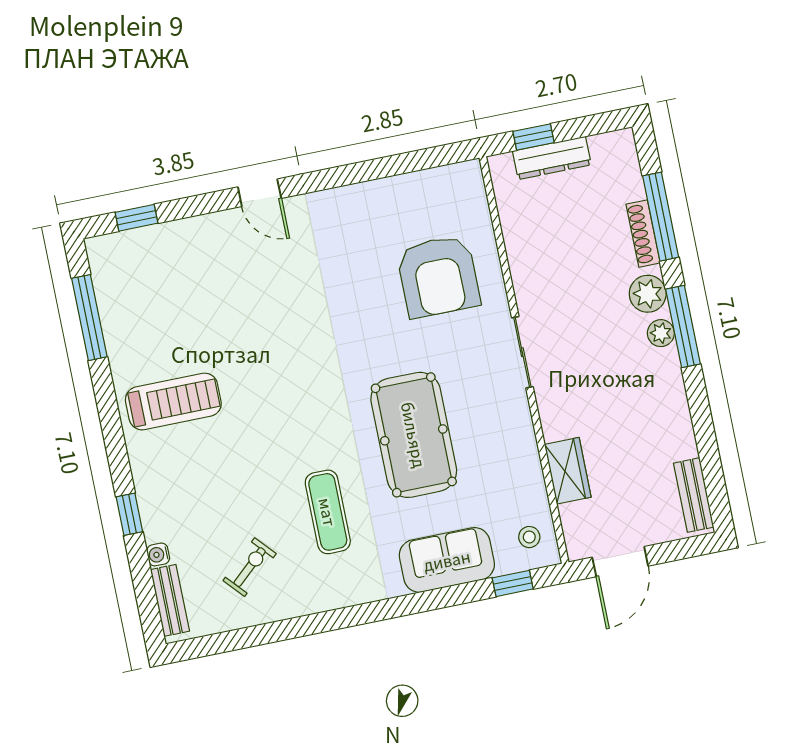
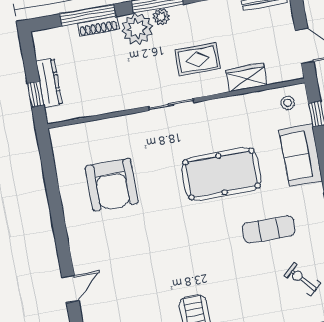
door: (260, 193) -> (70, 289), moved
armchair: (438, 276) -> (112, 185), moved, turned 90
plant: (648, 294) -> (137, 29), width x1.36, depth x1.36
rug: (595, 393) -> (198, 59), added

